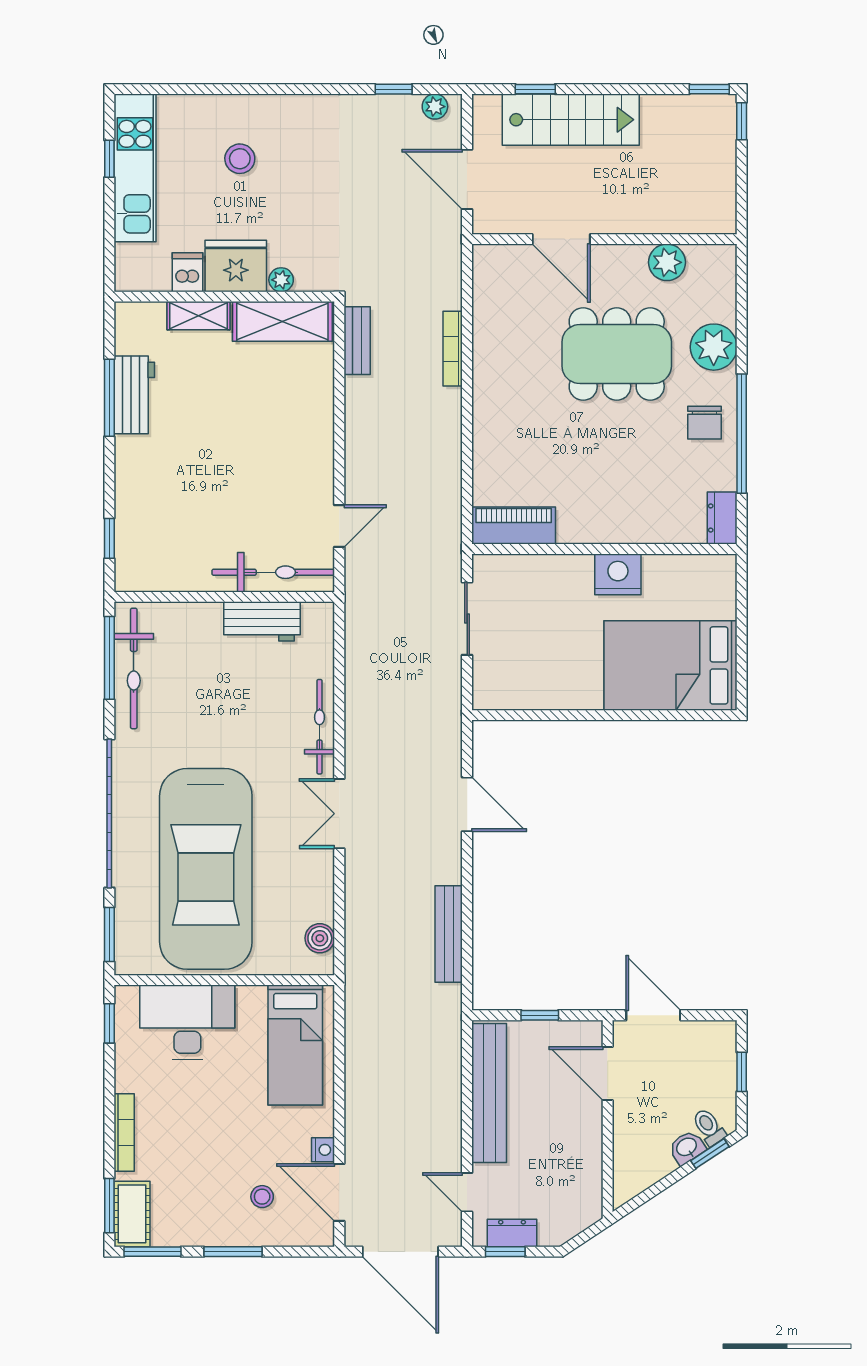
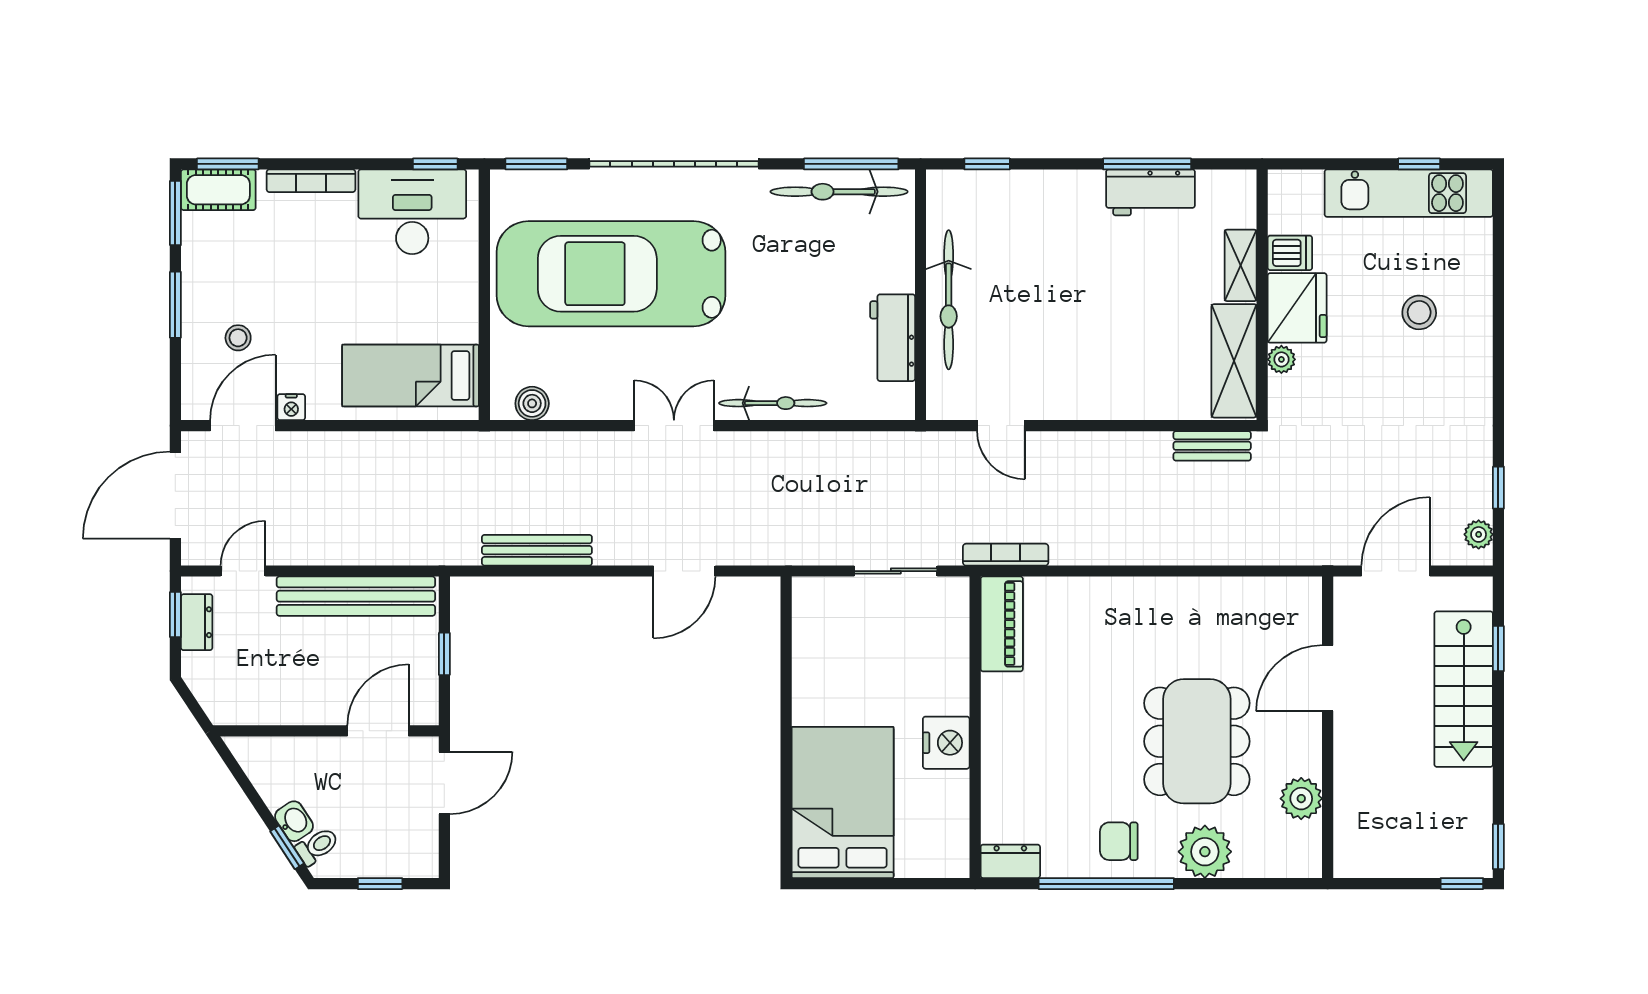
bookcase: (453, 349) -> (1006, 555), moved
bicycle: (273, 572) -> (949, 300), moved
desk: (187, 1022) -> (412, 212), moved, turned -90

